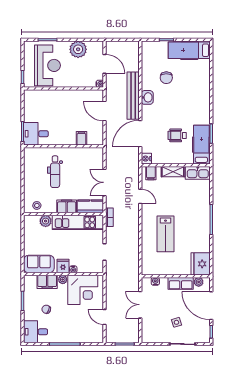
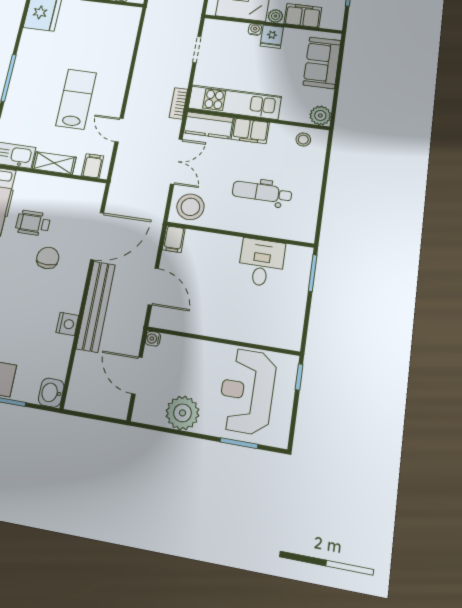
chair: (166, 78) -> (48, 258), moved
washbasin: (147, 97) -> (51, 393), moved
desk: (36, 134) -> (261, 263), moved, turned -90
wheelchair: (177, 135) -> (33, 223), turned 180
filing cabinet: (81, 138) -> (174, 239), moved
stool: (92, 158) -> (190, 207), added
nightstand: (146, 159) -> (67, 324), moved
dental chair: (55, 172) -> (262, 192), turned -90
plant: (46, 221) -> (320, 115), moved
lab bench: (165, 234) -> (76, 99), moved
sofa: (39, 264) -> (322, 63), moved, turned 90

